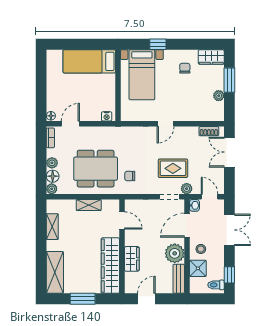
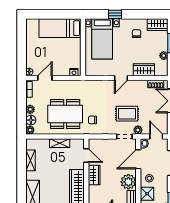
wardrobe: (194, 113) -> (144, 70), added
wardrobe: (132, 259) -> (94, 175), moved

